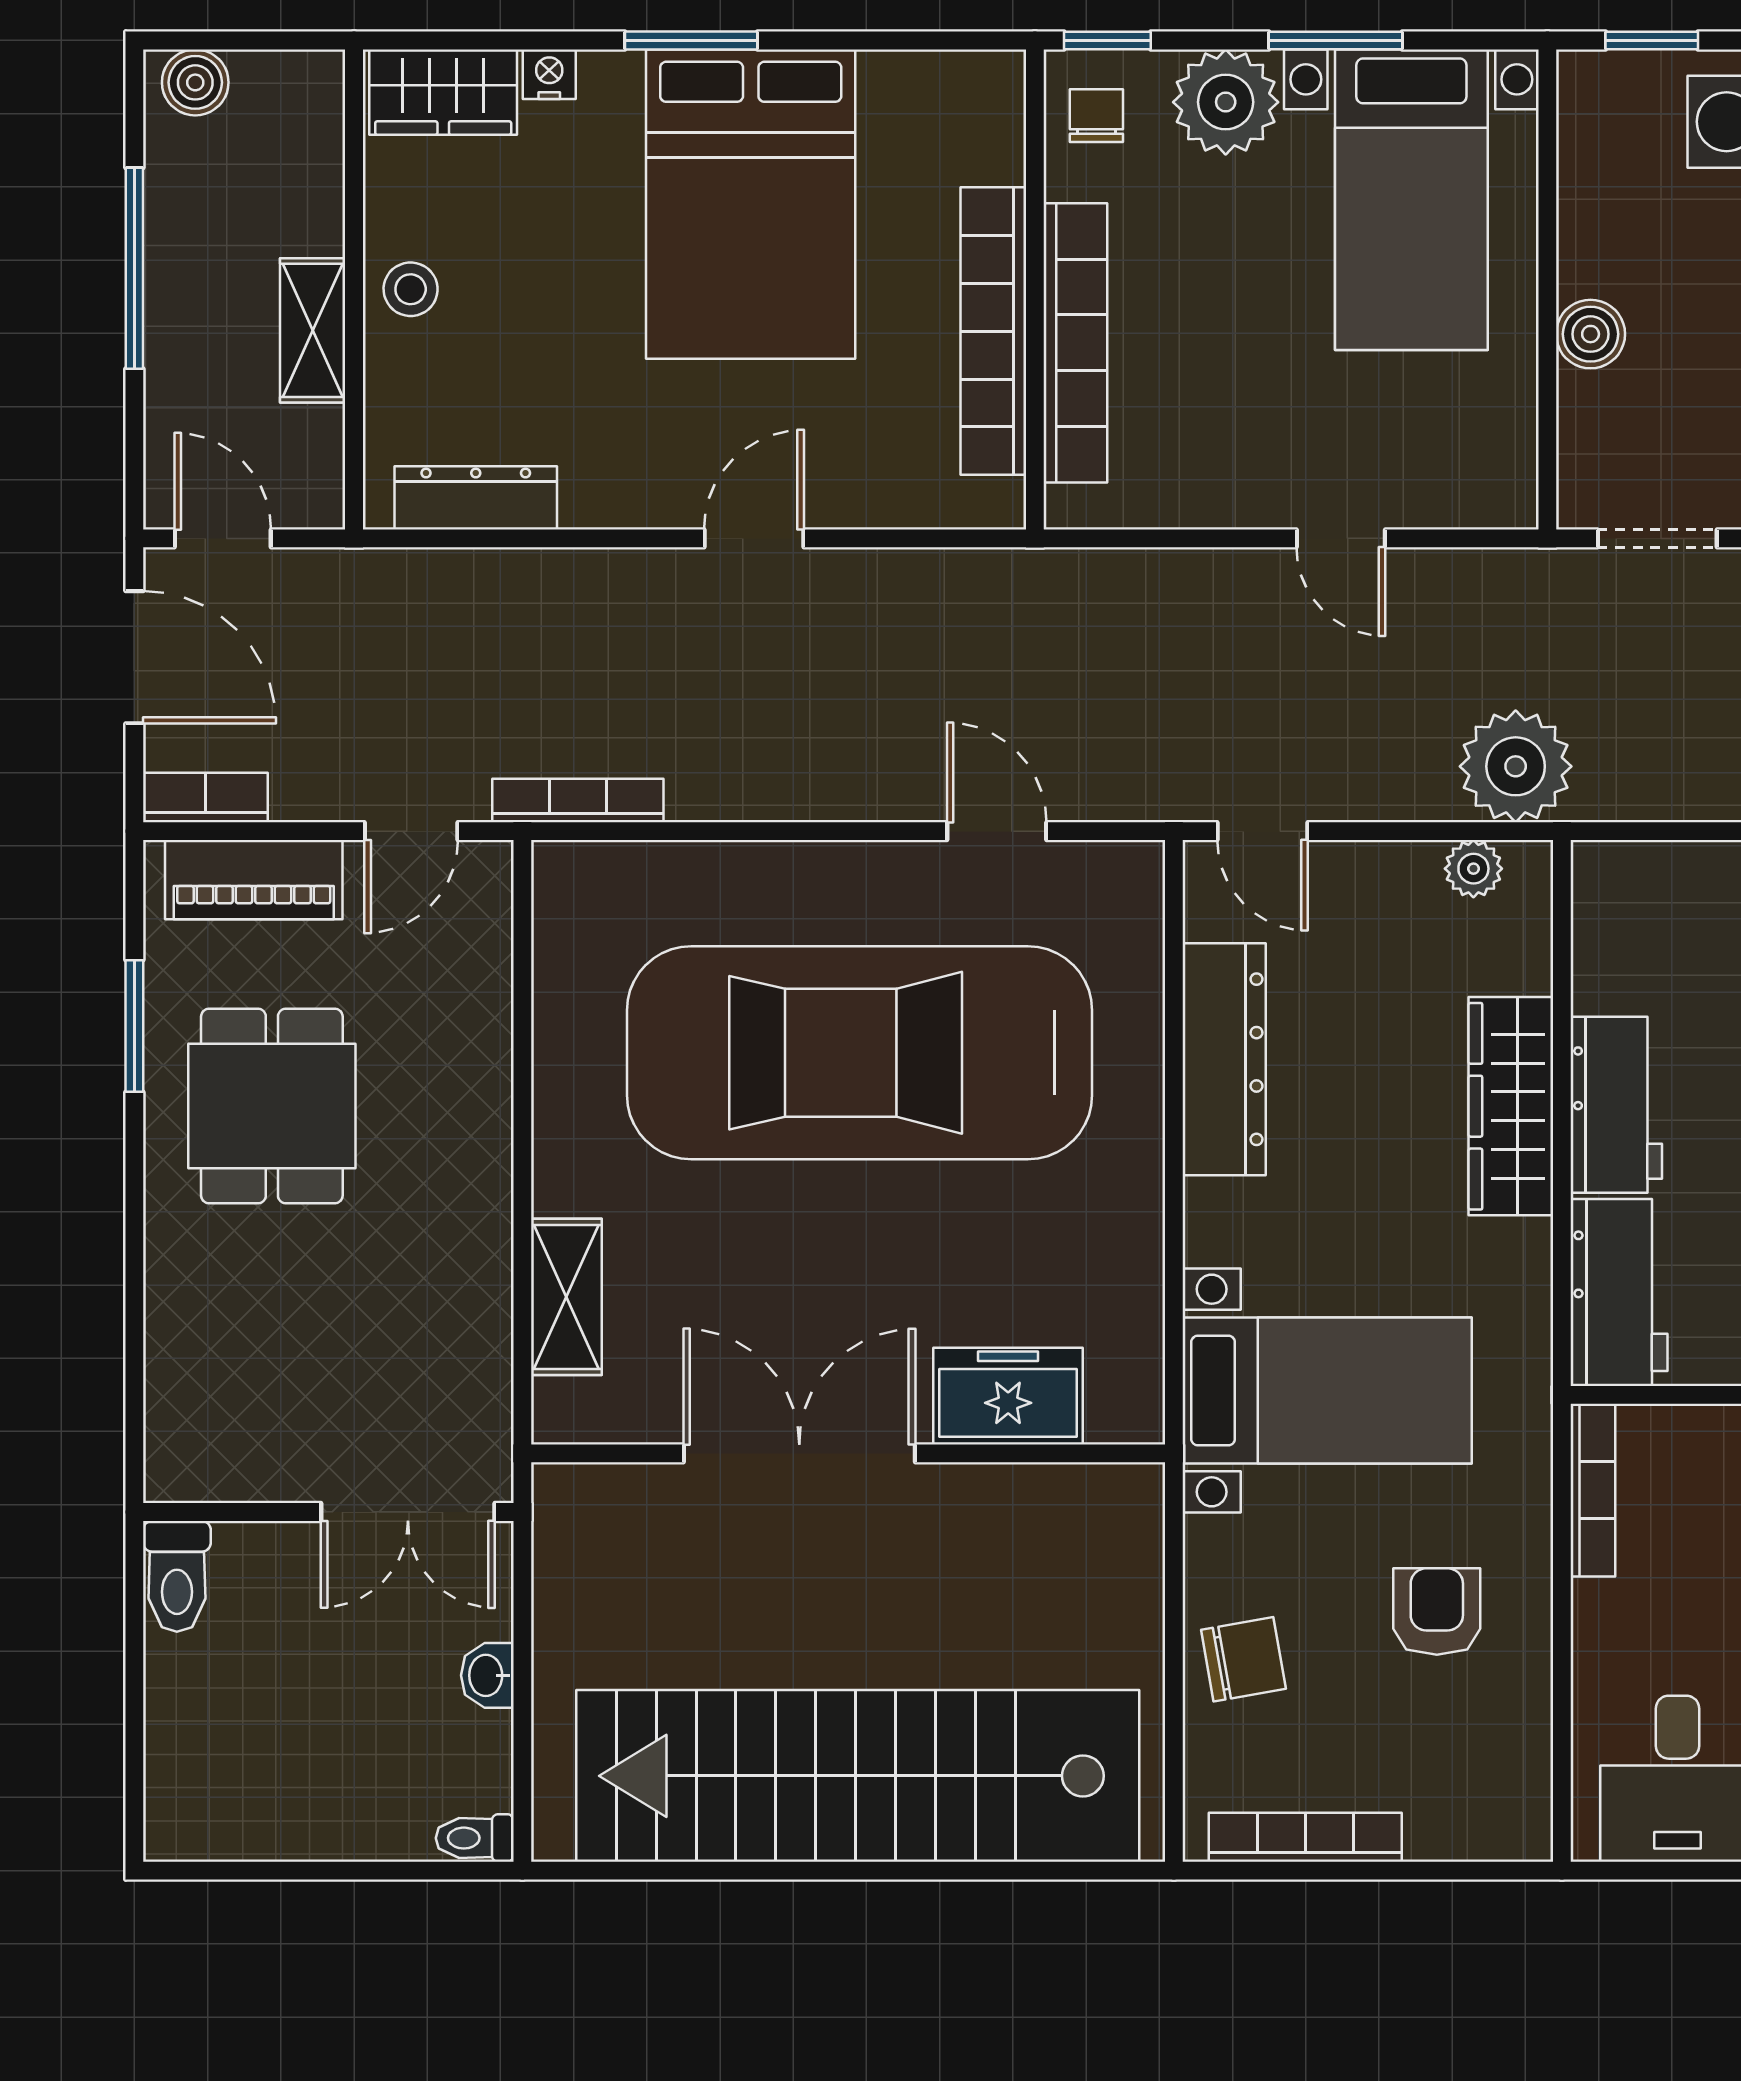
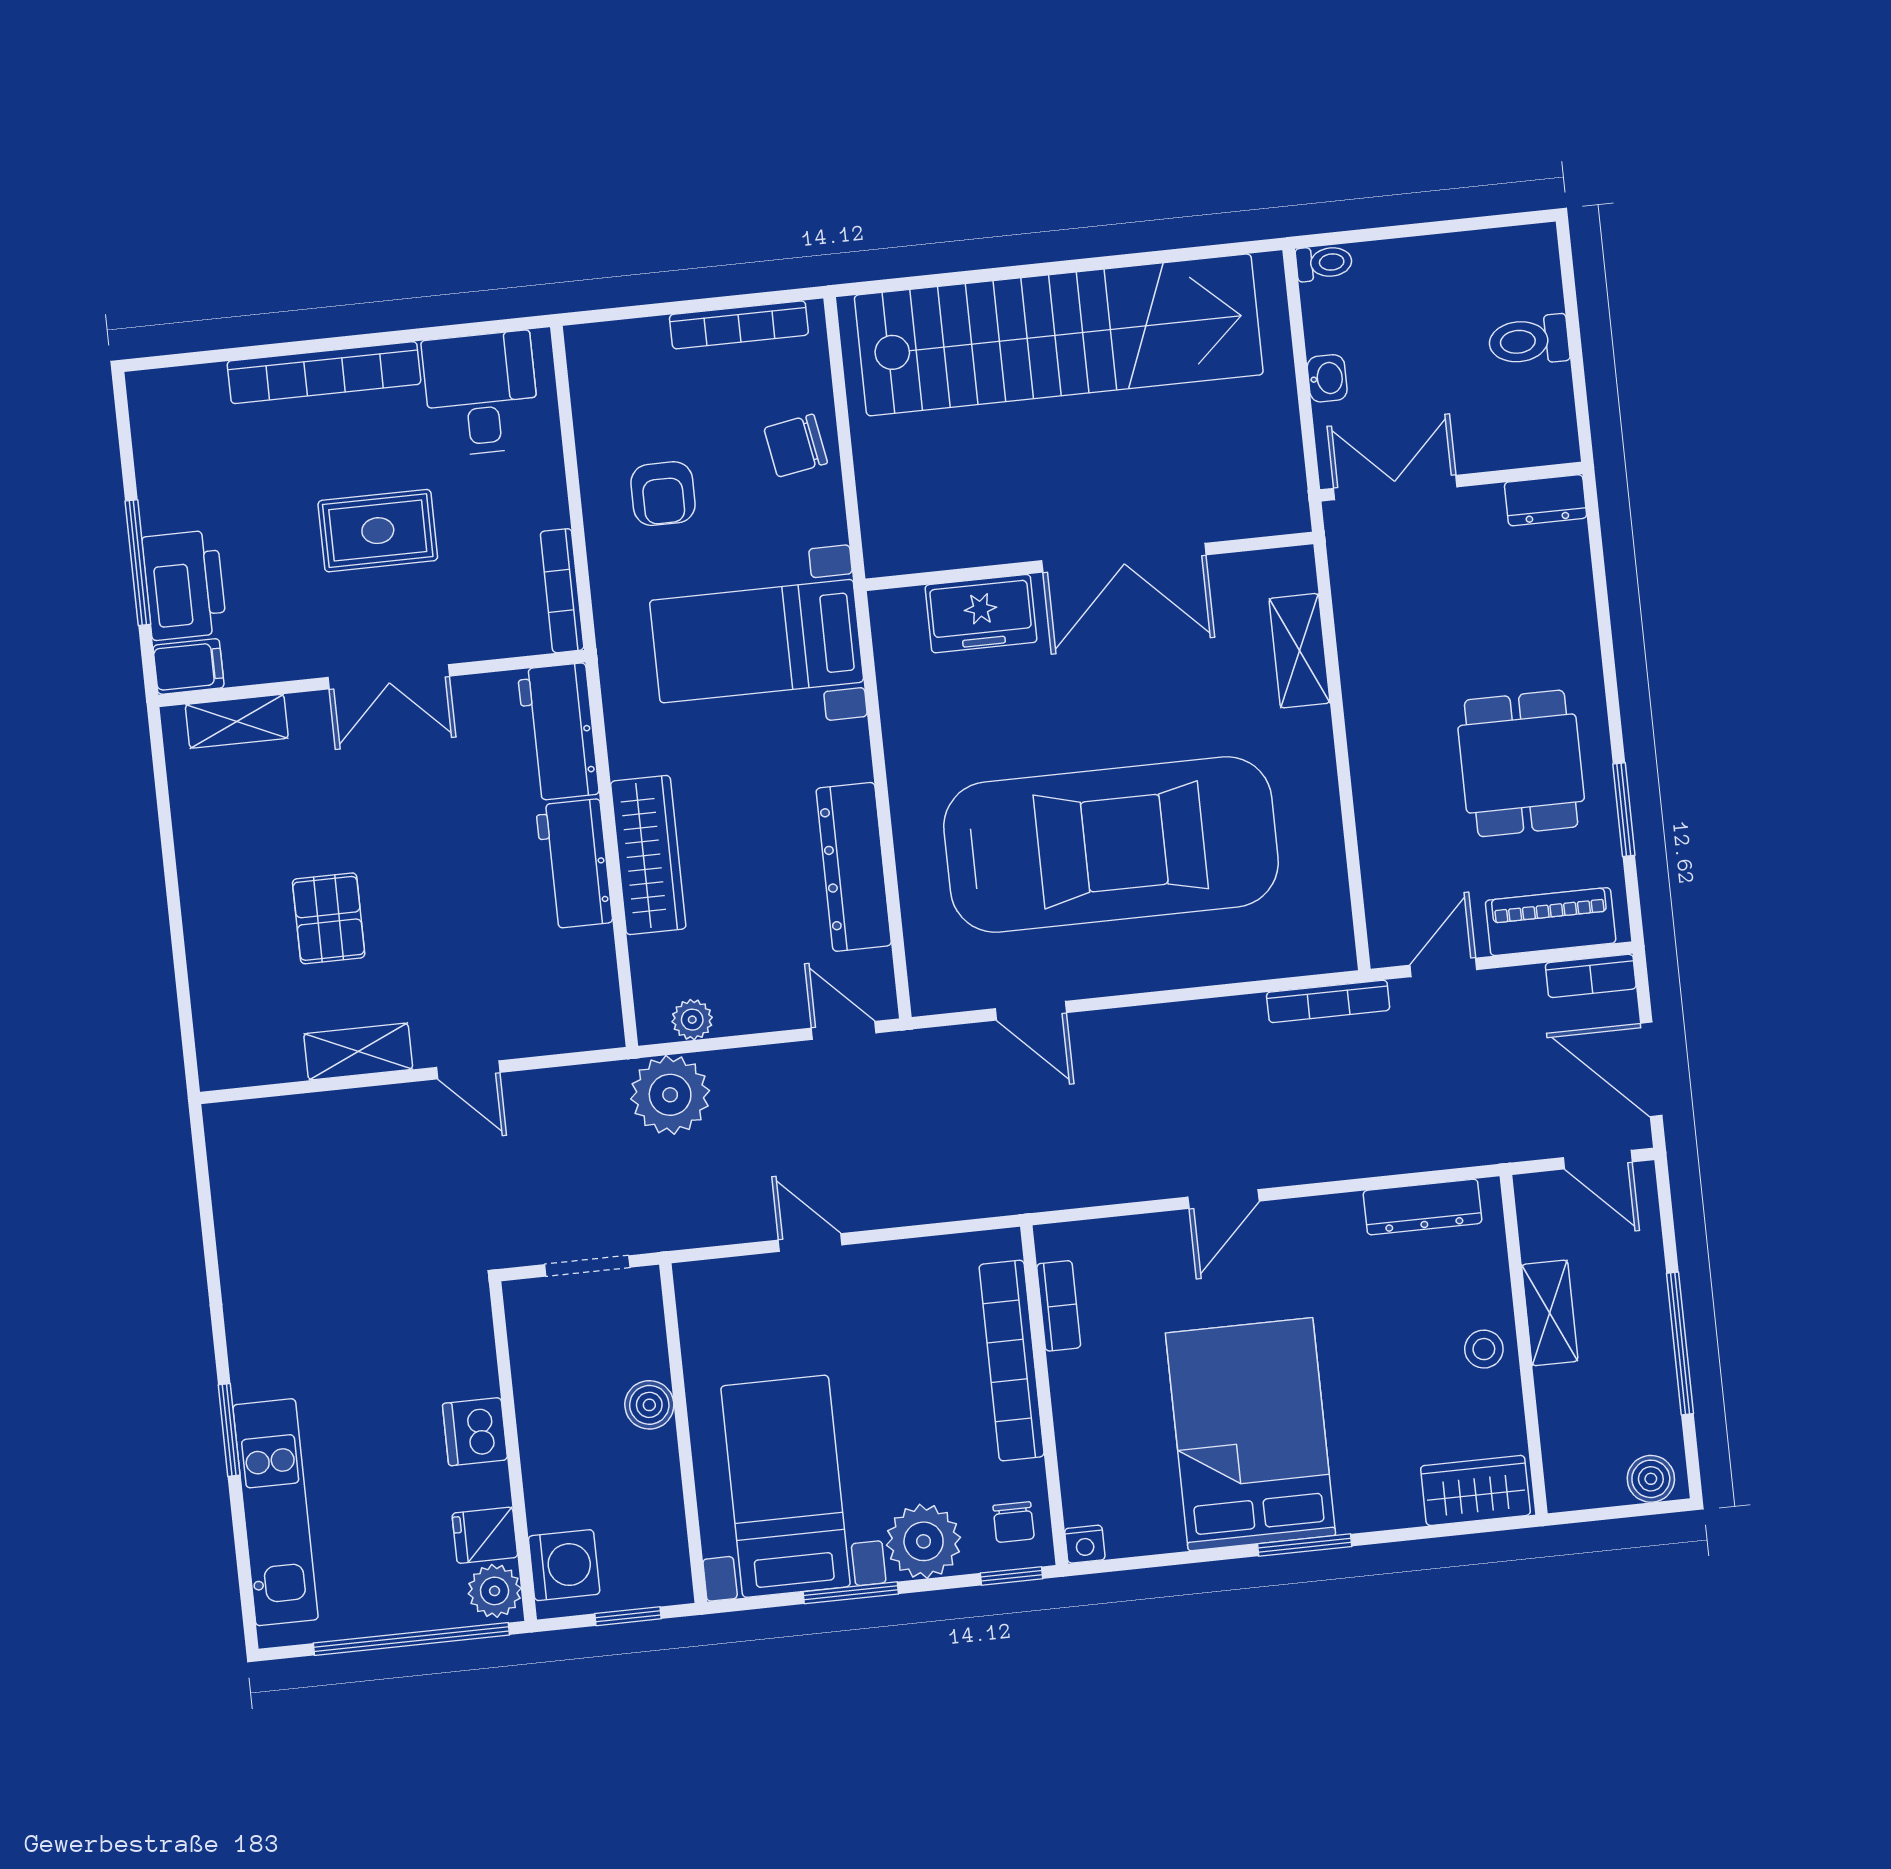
nightstand: (549, 74) -> (1085, 1544), moved
bookcase: (993, 331) -> (1059, 1306), width x0.43, depth x0.76
dresser: (199, 1472) -> (1546, 500), added
toilet: (177, 1576) -> (1529, 341), moved, turned -90

